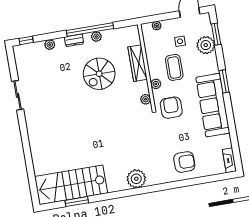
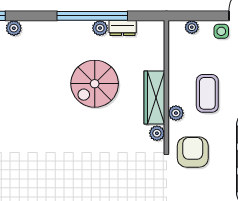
dresser: (74, 40) -> (123, 28), moved
side table: (180, 41) -> (221, 31), moved
plant: (50, 45) -> (14, 28), moved
wardrobe: (138, 63) -> (154, 98), moved

